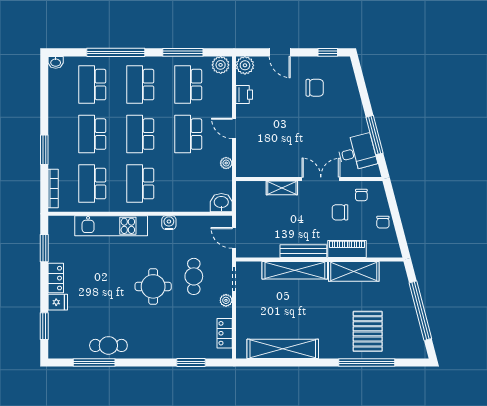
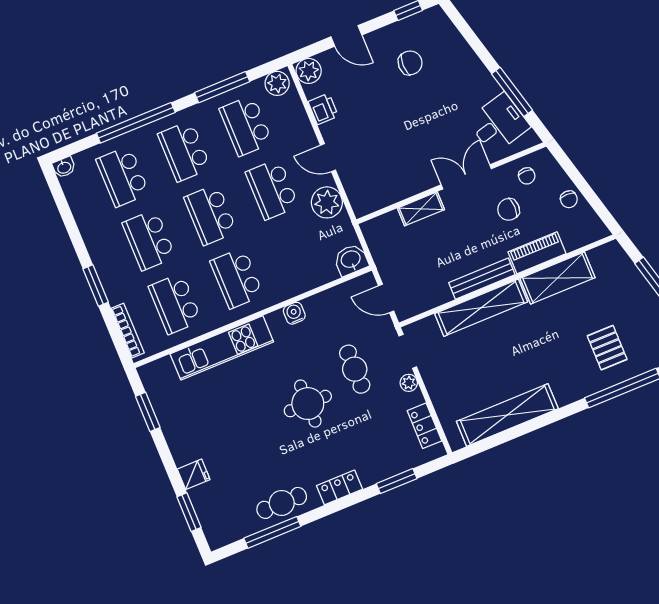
plant: (226, 163) -> (327, 202), width x1.88, depth x1.88
locker: (56, 278) -> (339, 487), moved, turned -90
pallet: (368, 331) -> (607, 348), width x0.67, depth x0.71

